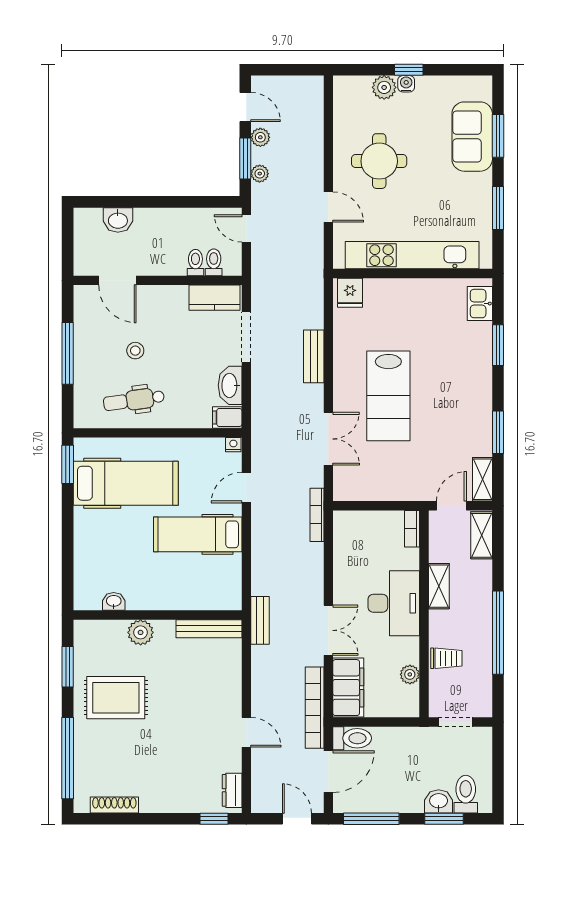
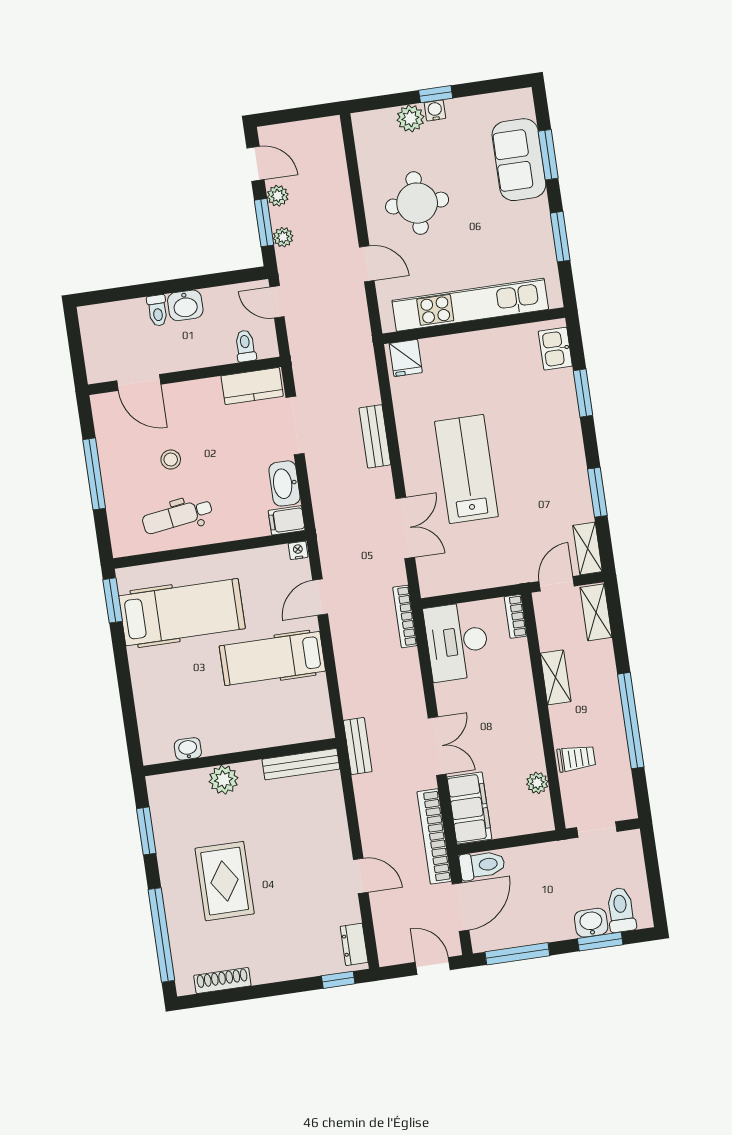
washbasin: (118, 220) -> (185, 305), moved
toilet: (195, 263) -> (157, 310), moved, turned 180
lab bench: (388, 396) -> (466, 469), turned 180
desk: (394, 603) -> (457, 642), moved, turned 180
rug: (116, 698) -> (225, 881), moved, turned 90

